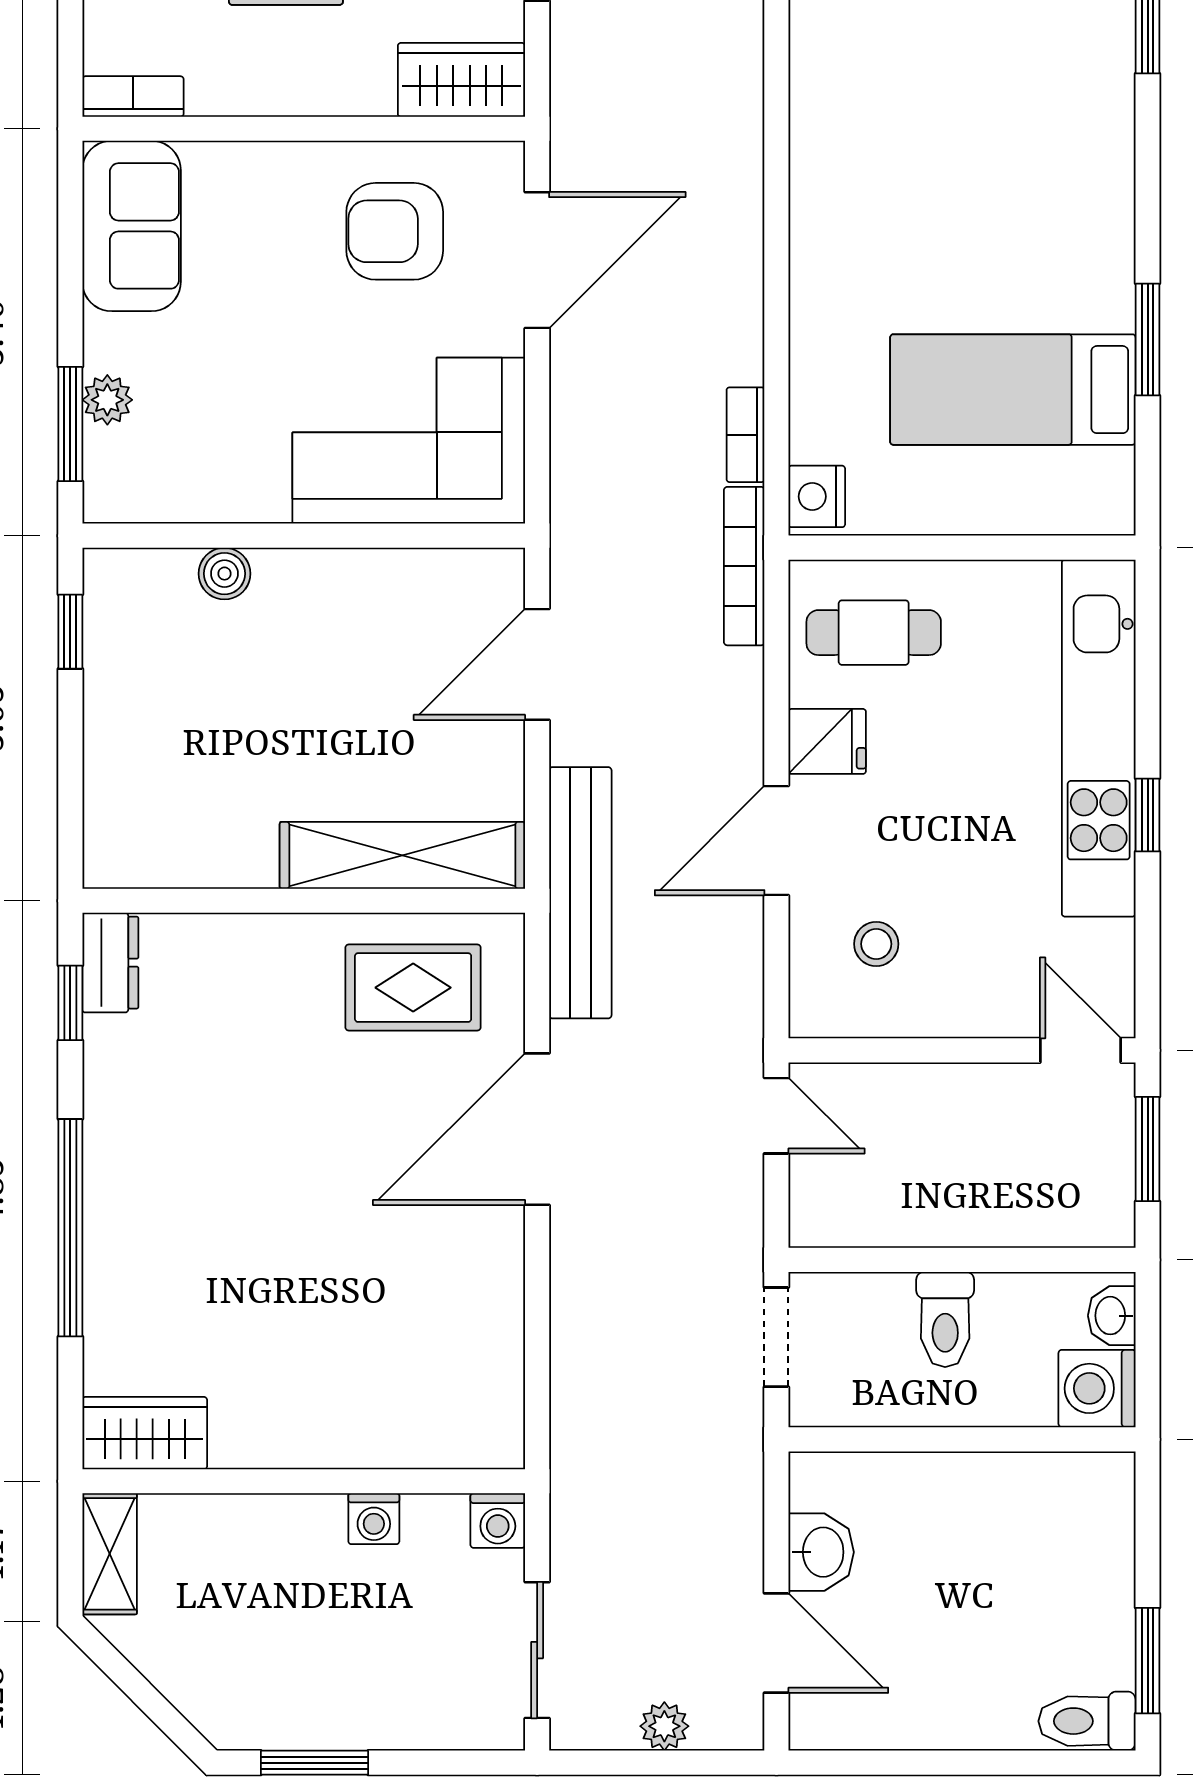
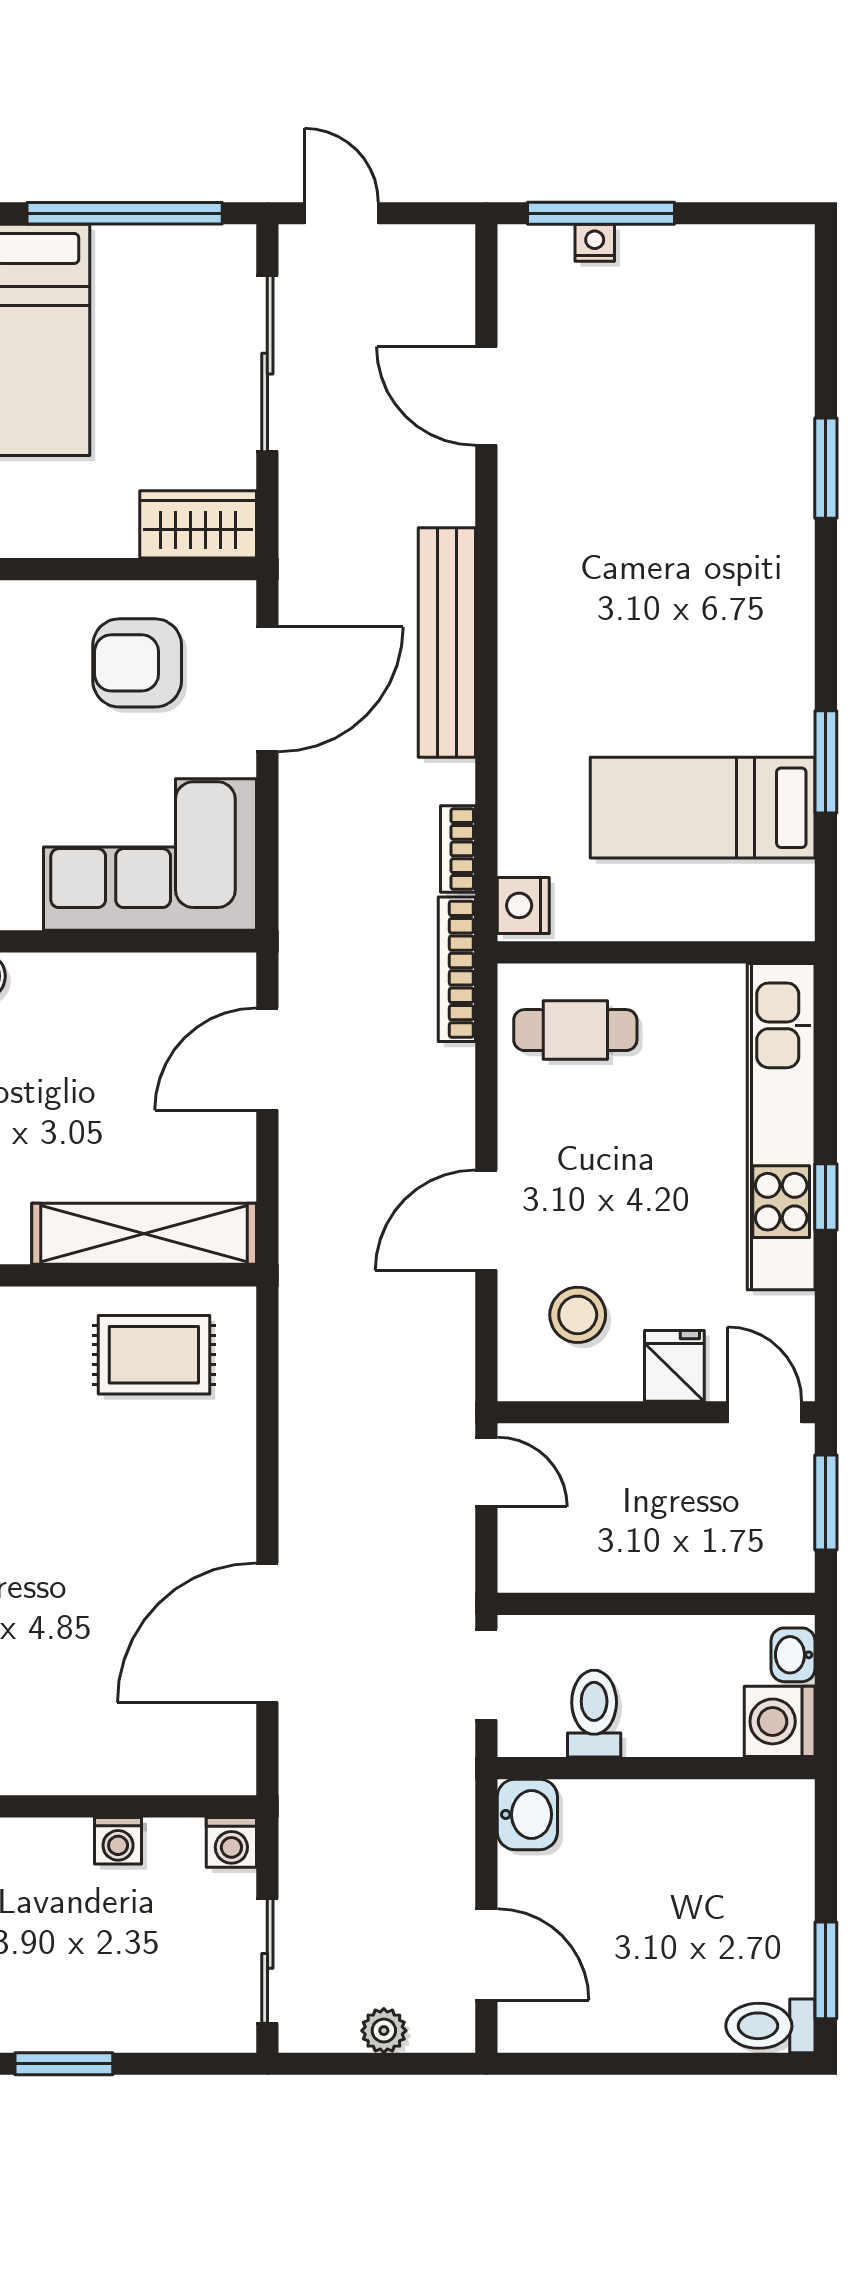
fridge: (827, 741) -> (674, 1366), moved, turned -90
bench: (580, 893) -> (447, 643), moved
stool: (876, 944) -> (578, 1315), width x1.37, depth x1.37
door: (537, 1129) -> (267, 1633), moved
toilet: (945, 1319) -> (594, 1714), moved, turned 180
washbasin: (821, 1552) -> (527, 1814), moved

